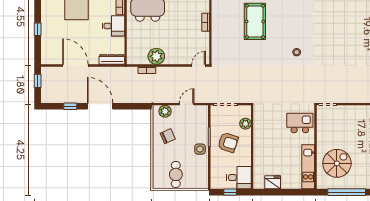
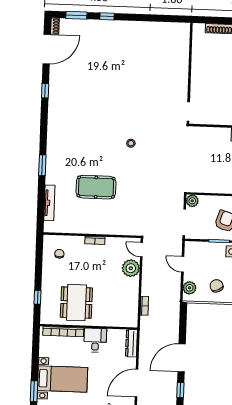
plant: (156, 56) -> (131, 268), moved
kitchen island: (300, 123) -> (208, 143), removed
plant: (245, 124) -> (192, 201), moved

